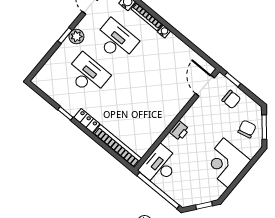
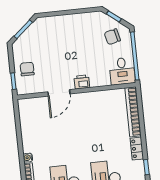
door: (205, 86) -> (59, 93), moved
chair: (247, 129) -> (112, 37), moved
corner desk: (226, 163) -> (72, 30), removed
desk: (160, 166) -> (122, 71), width x0.73

